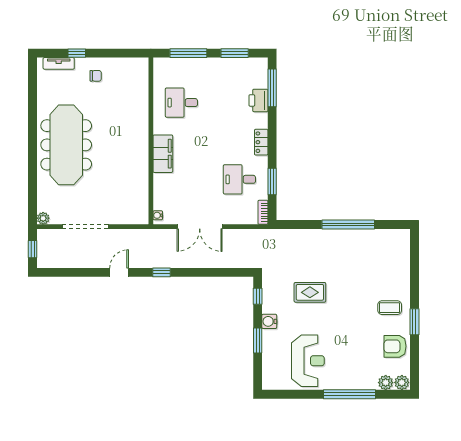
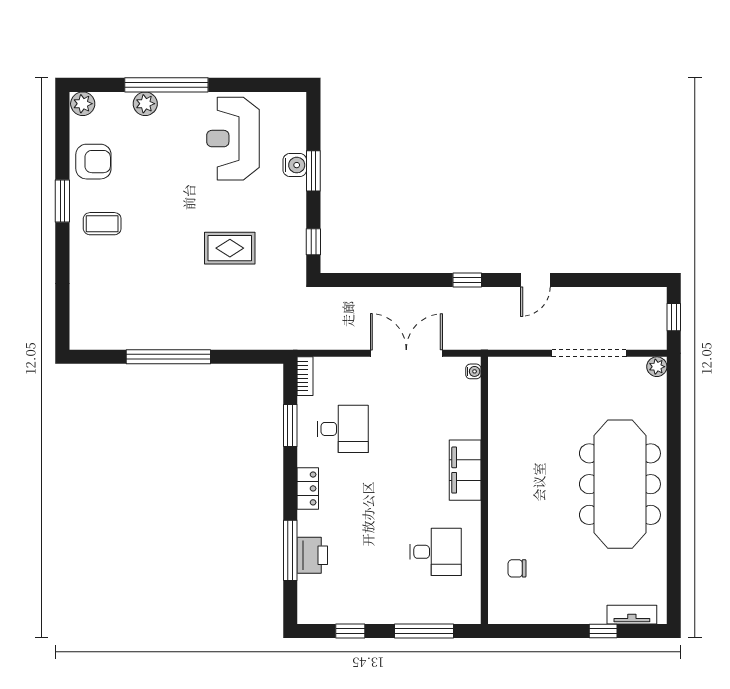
window: (235, 53) -> (350, 631), width x0.67
chair: (96, 76) -> (517, 568), moved
window: (272, 88) -> (290, 550), moved
water cooler: (269, 321) -> (295, 165), moved
plant: (386, 383) -> (145, 104), moved

